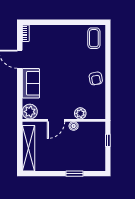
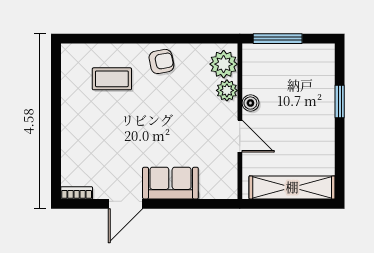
coffee table: (94, 38) -> (112, 79), moved
plant: (30, 112) -> (224, 64), moved
window: (108, 140) -> (278, 39), width x2.17

